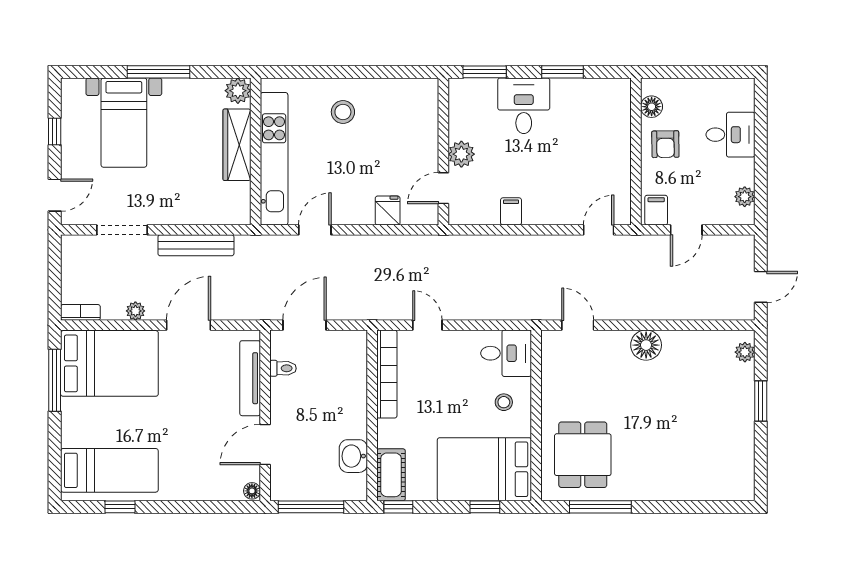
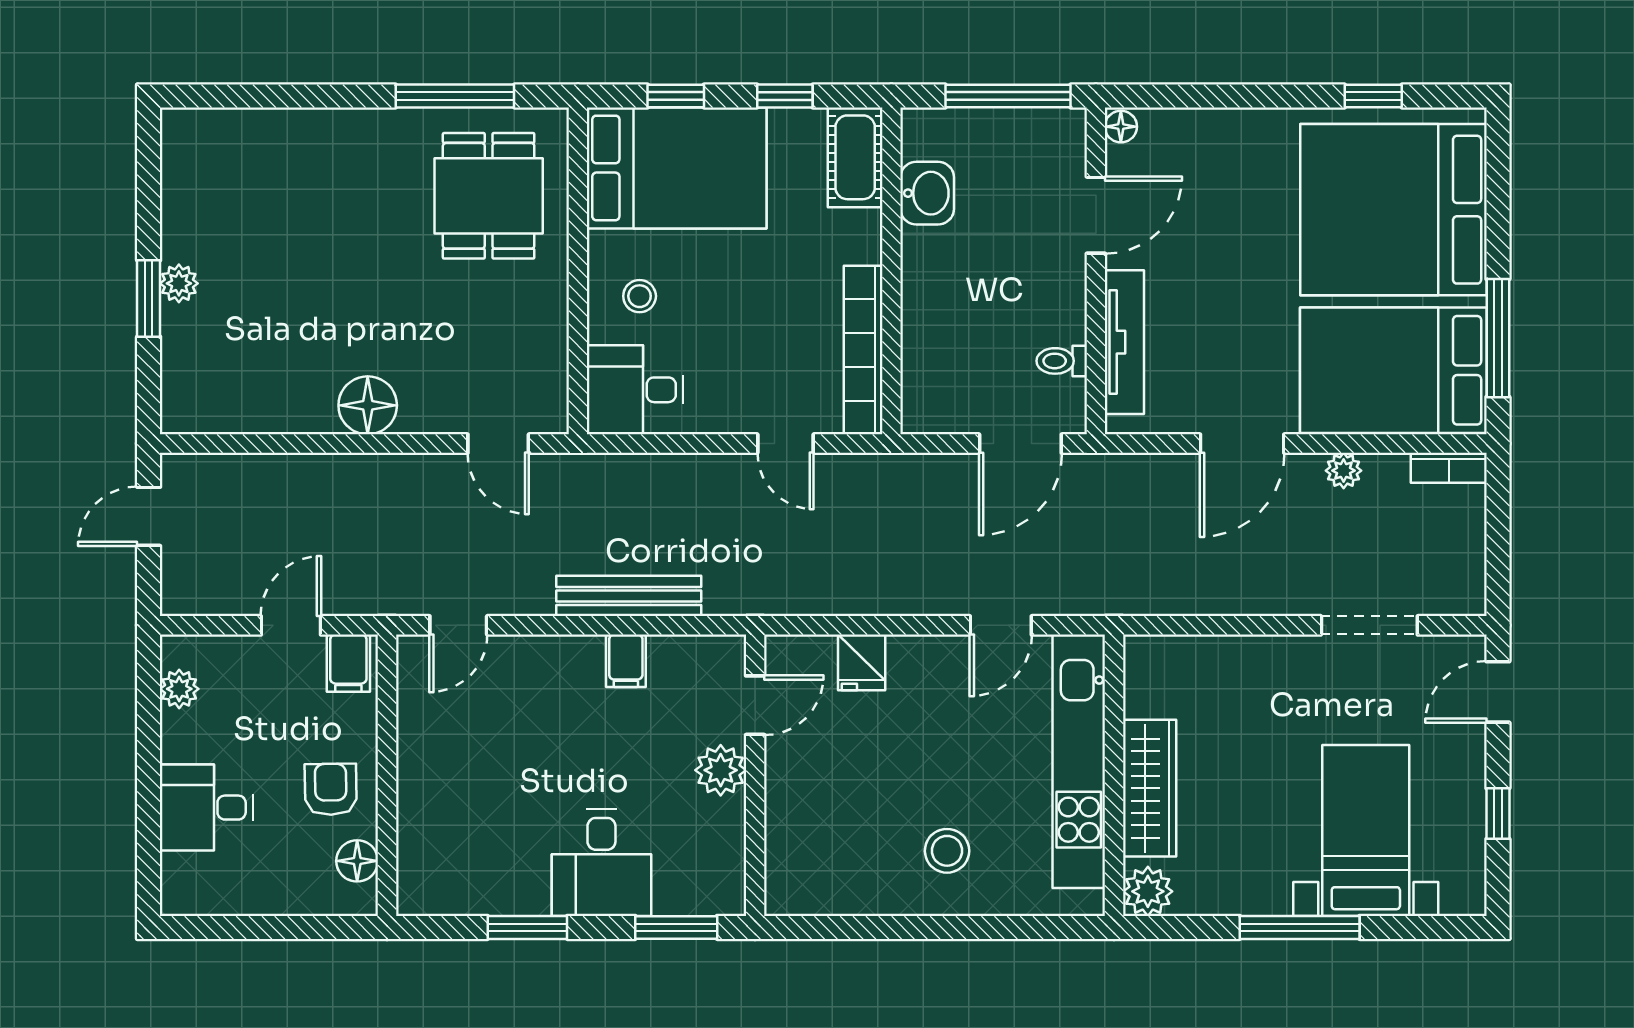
bench: (196, 245) -> (629, 596), moved
plant: (745, 352) -> (179, 283), moved
bed: (109, 470) -> (1393, 210), width x2.04
window: (398, 507) -> (785, 96), moved

